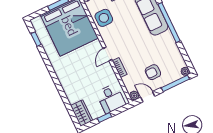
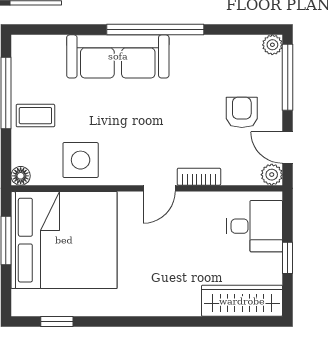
door: (107, 54) -> (159, 188), hinge flipped
armchair: (153, 72) -> (242, 112), turned 180
door: (148, 97) -> (288, 148), hinge flipped
wardrobe: (82, 113) -> (242, 301), width x1.50

